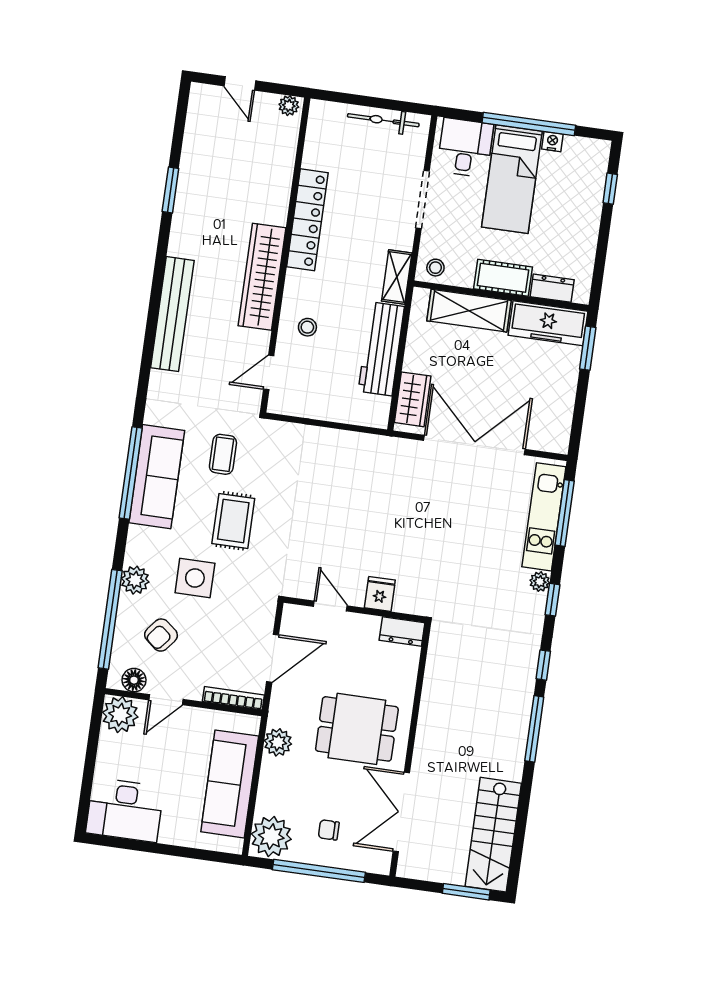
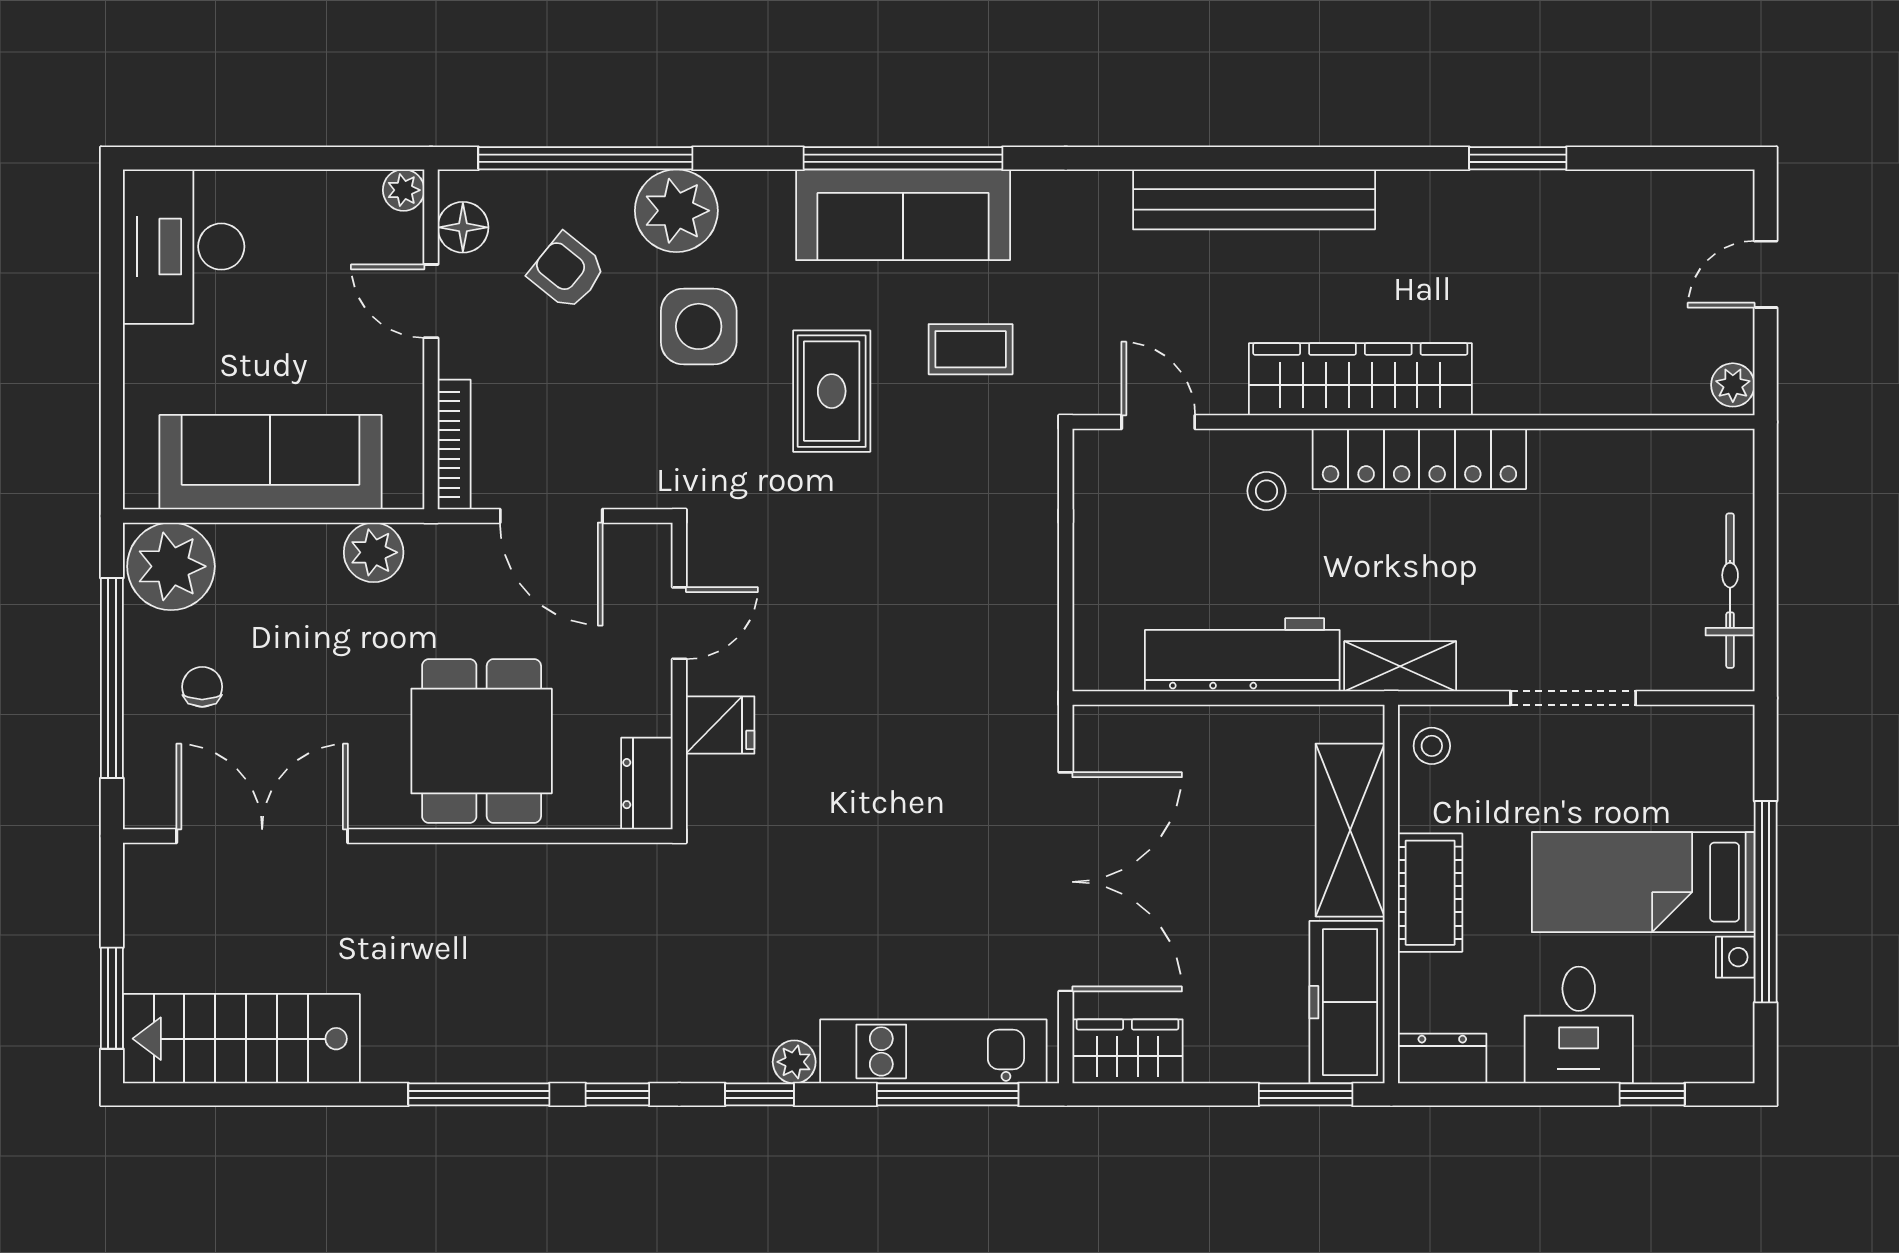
desk: (465, 148) -> (1579, 1025), moved, turned 90
locker: (307, 220) -> (1419, 459), moved
dresser: (552, 288) -> (1442, 1058), moved, turned -90
wardrobe: (413, 399) -> (1128, 1051), moved, turned 180
rug: (233, 521) -> (832, 391), turned 90
plant: (135, 580) -> (676, 211), width x1.36, depth x1.36
plant: (120, 715) -> (404, 190), width x0.53, depth x0.53
dining table: (357, 729) -> (482, 741), moved

